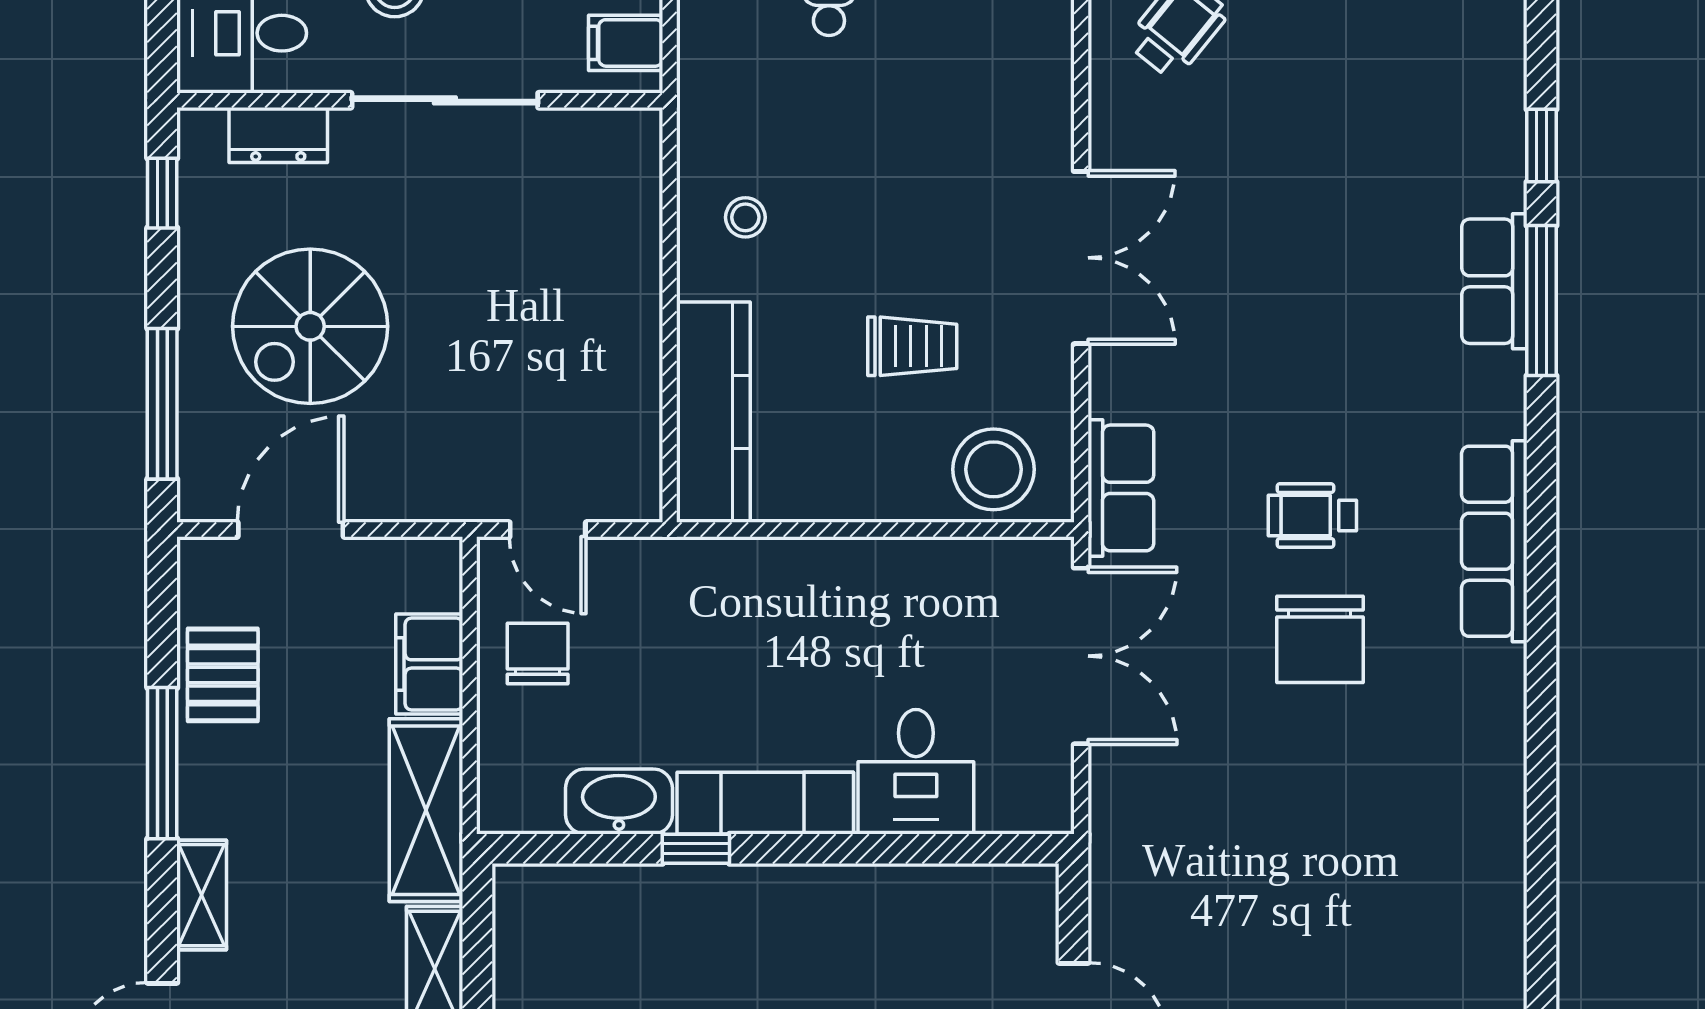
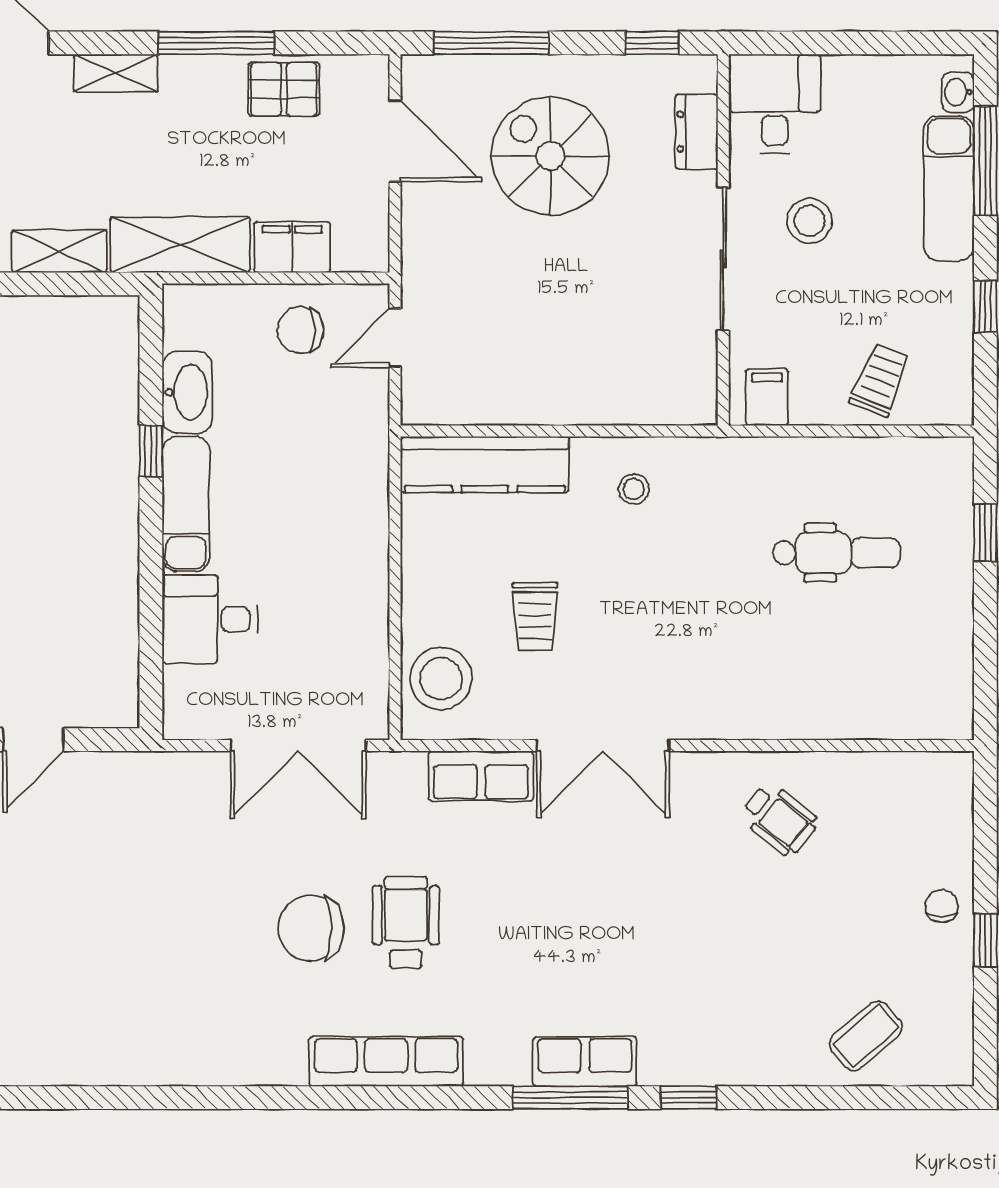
row of seats: (1121, 488) -> (481, 776), moved
wheelchair: (1312, 515) -> (406, 922), width x1.36, depth x1.37
chair: (538, 653) -> (300, 330), turned 180

